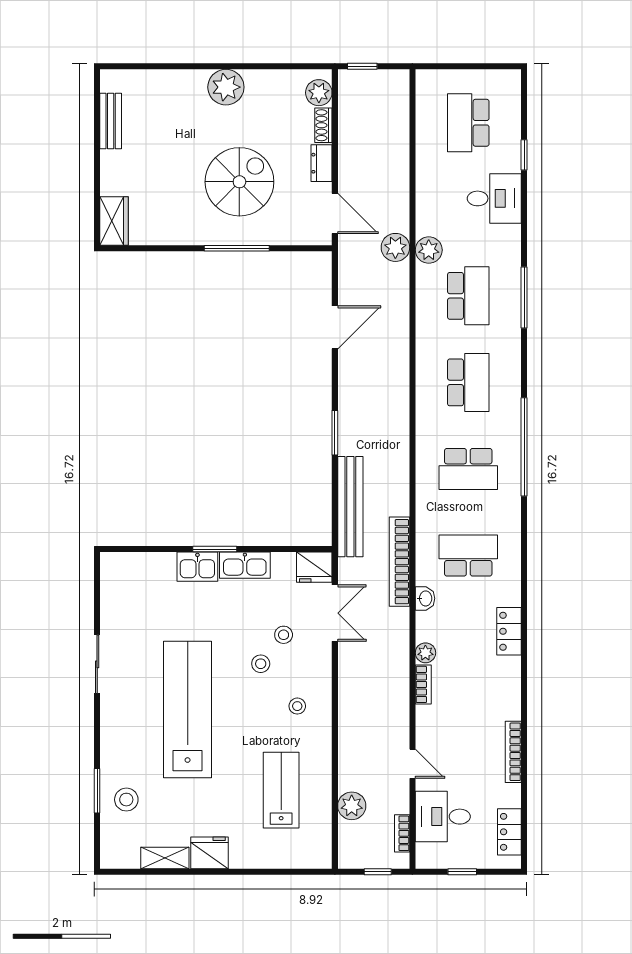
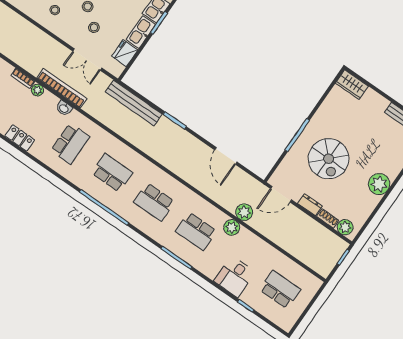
school desk: (468, 469) -> (112, 173), turned 90
bookcase: (399, 562) -> (62, 88), moved
fridge: (314, 567) -> (125, 53), moved

